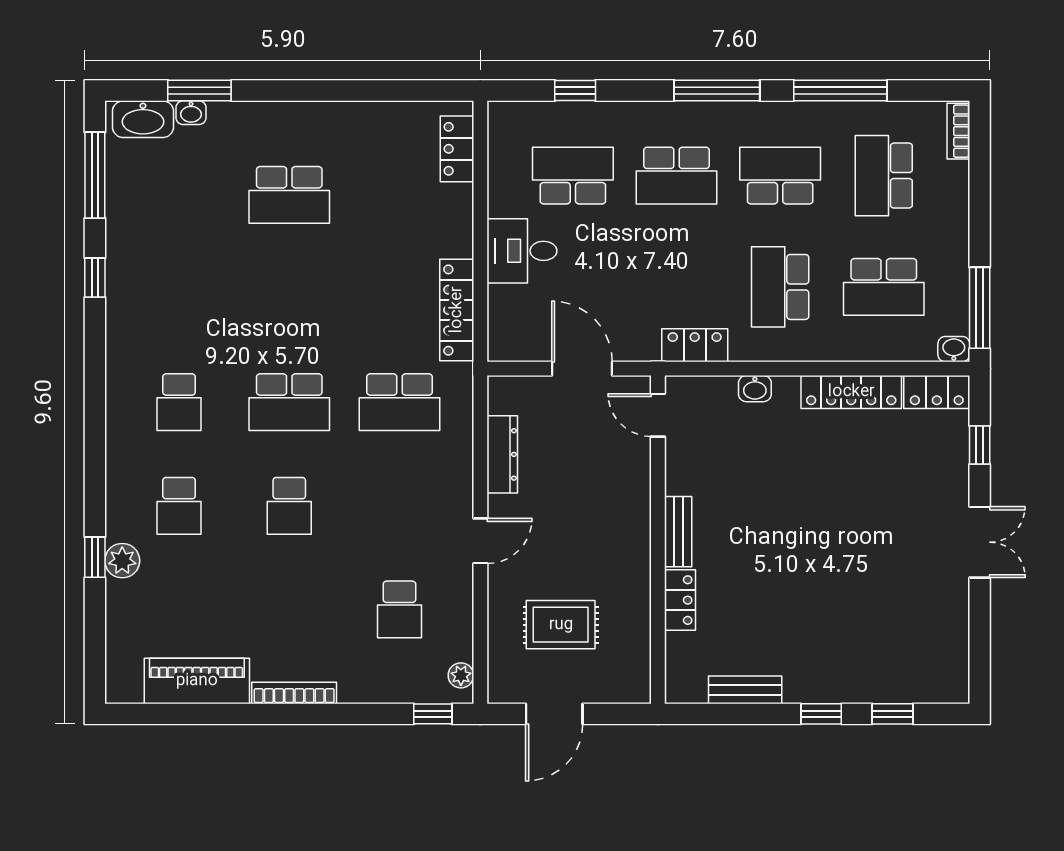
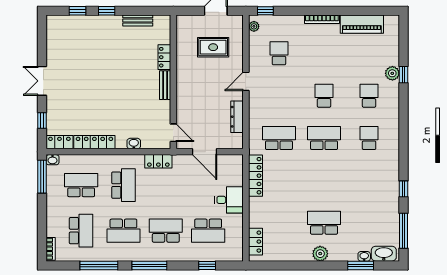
plant: (299, 119) -> (320, 254), added

